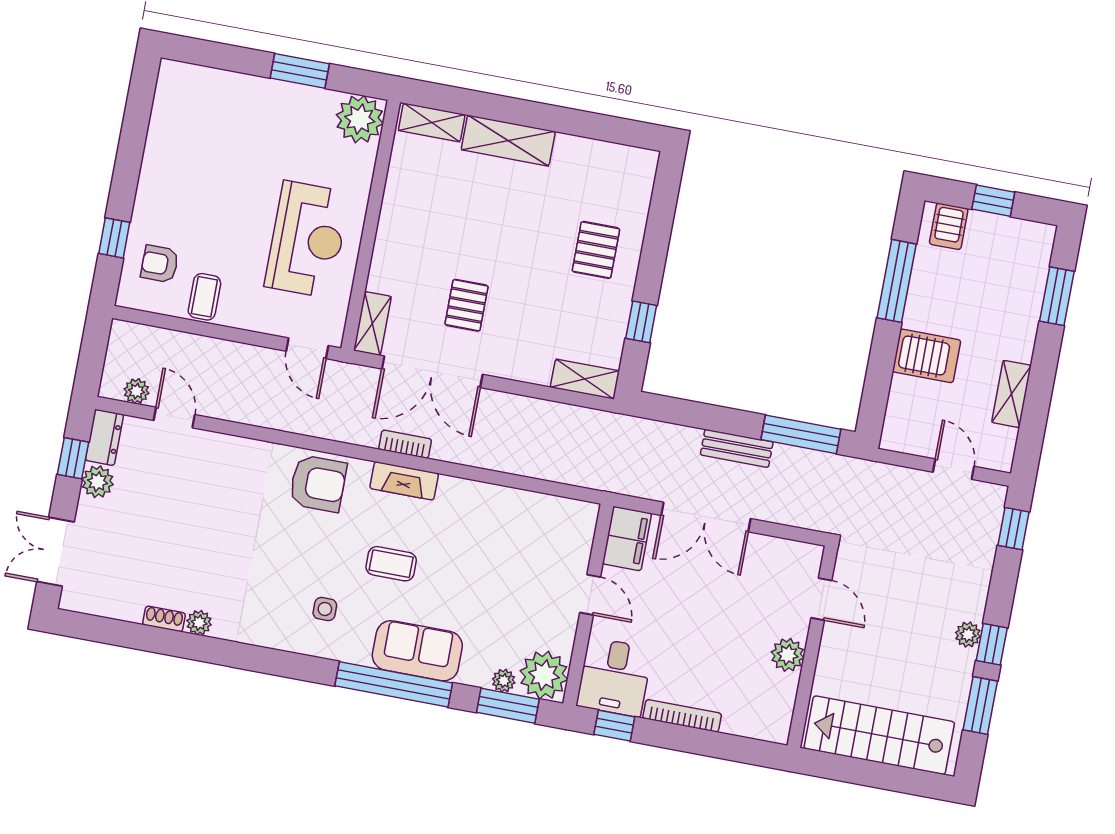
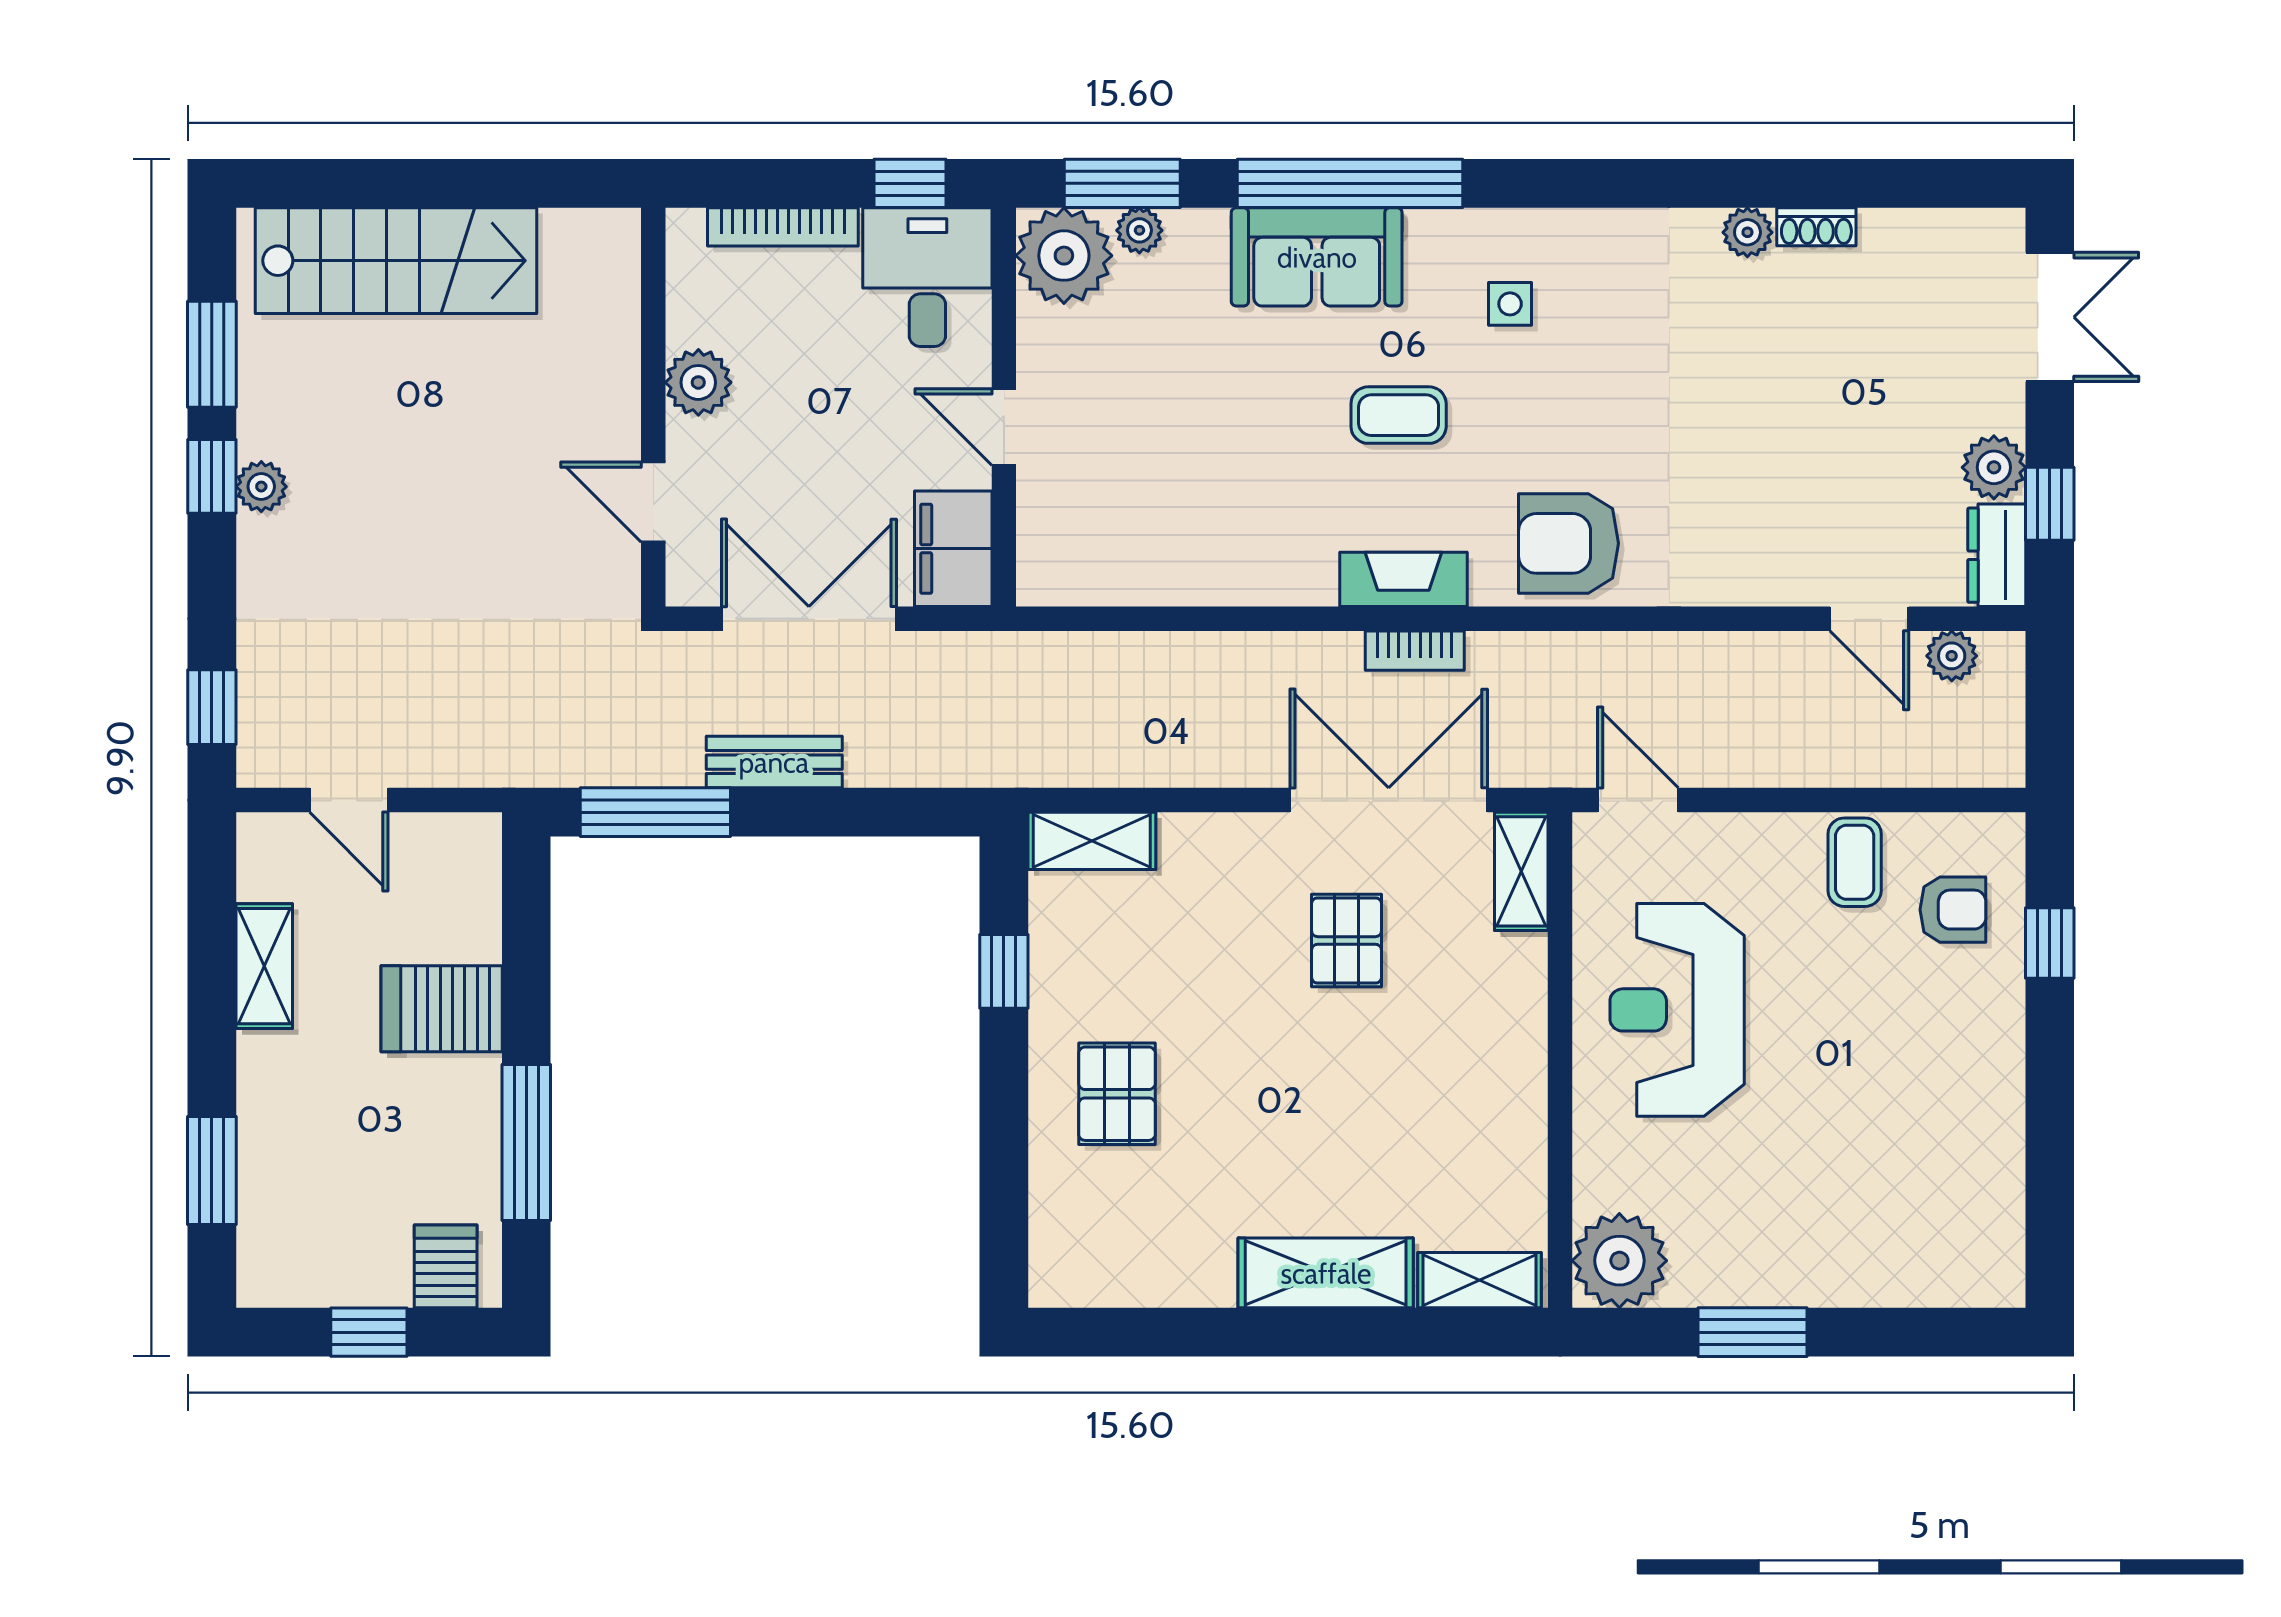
door: (821, 599) -> (653, 502), moved
wall: (813, 647) -> (653, 407), moved
plant: (788, 655) -> (698, 382), moved

